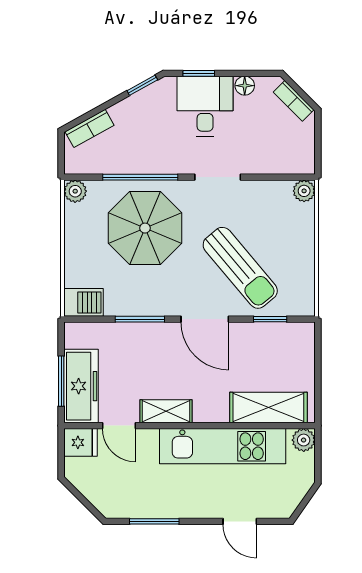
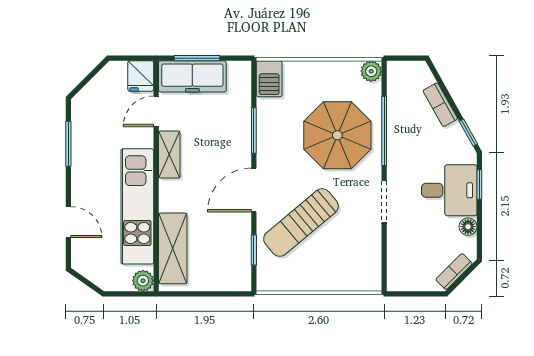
bookcase: (89, 128) -> (440, 105), moved
plant: (304, 191) -> (371, 281), removed
door: (240, 521) -> (68, 222), swing flipped

